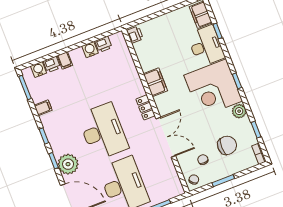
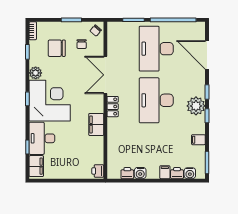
plant: (68, 164) -> (196, 106), moved

